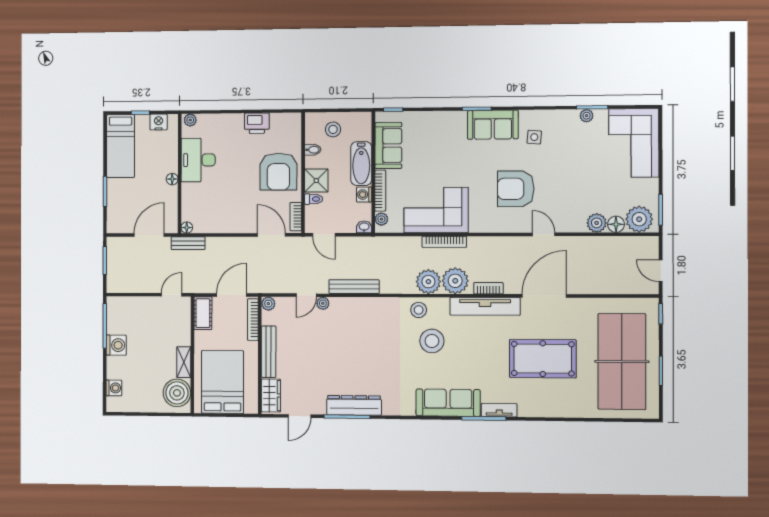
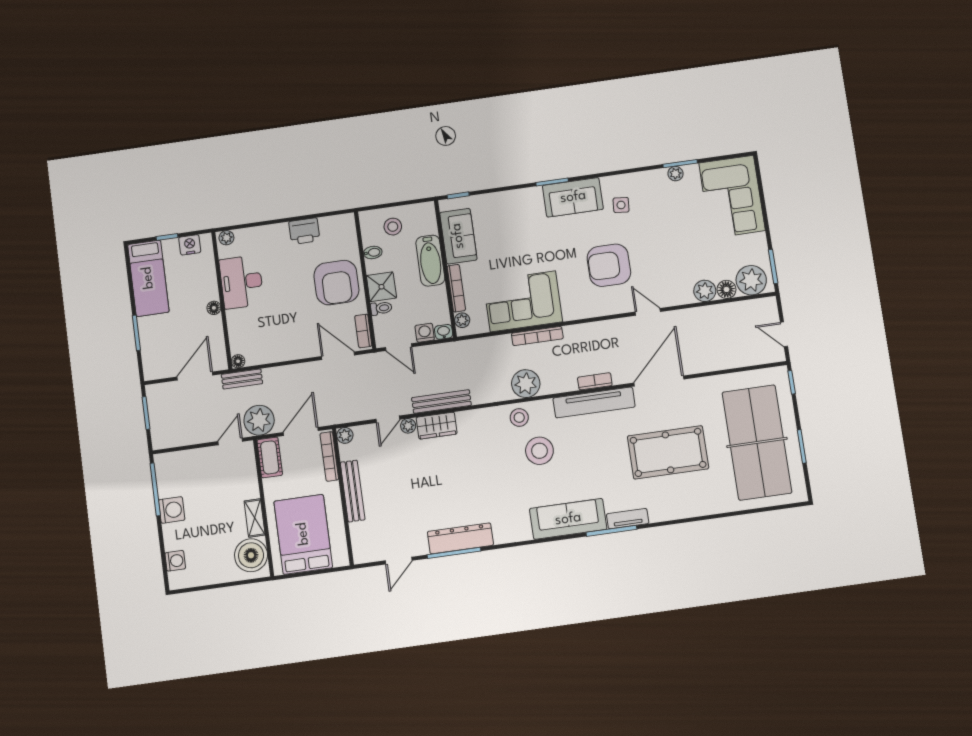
washing machine: (364, 195) -> (425, 333), moved, turned 90
plant: (455, 281) -> (259, 420), moved
wardrobe: (271, 395) -> (437, 426), moved, turned 90

